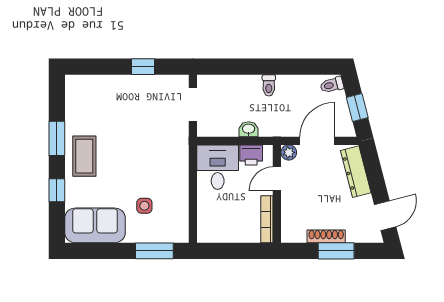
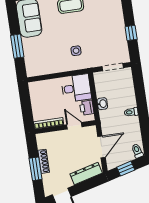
door: (317, 141) -> (102, 147), hinge flipped
plant: (289, 152) -> (92, 131), removed
side table: (144, 206) -> (76, 51), moved
window: (154, 251) -> (17, 46), moved

